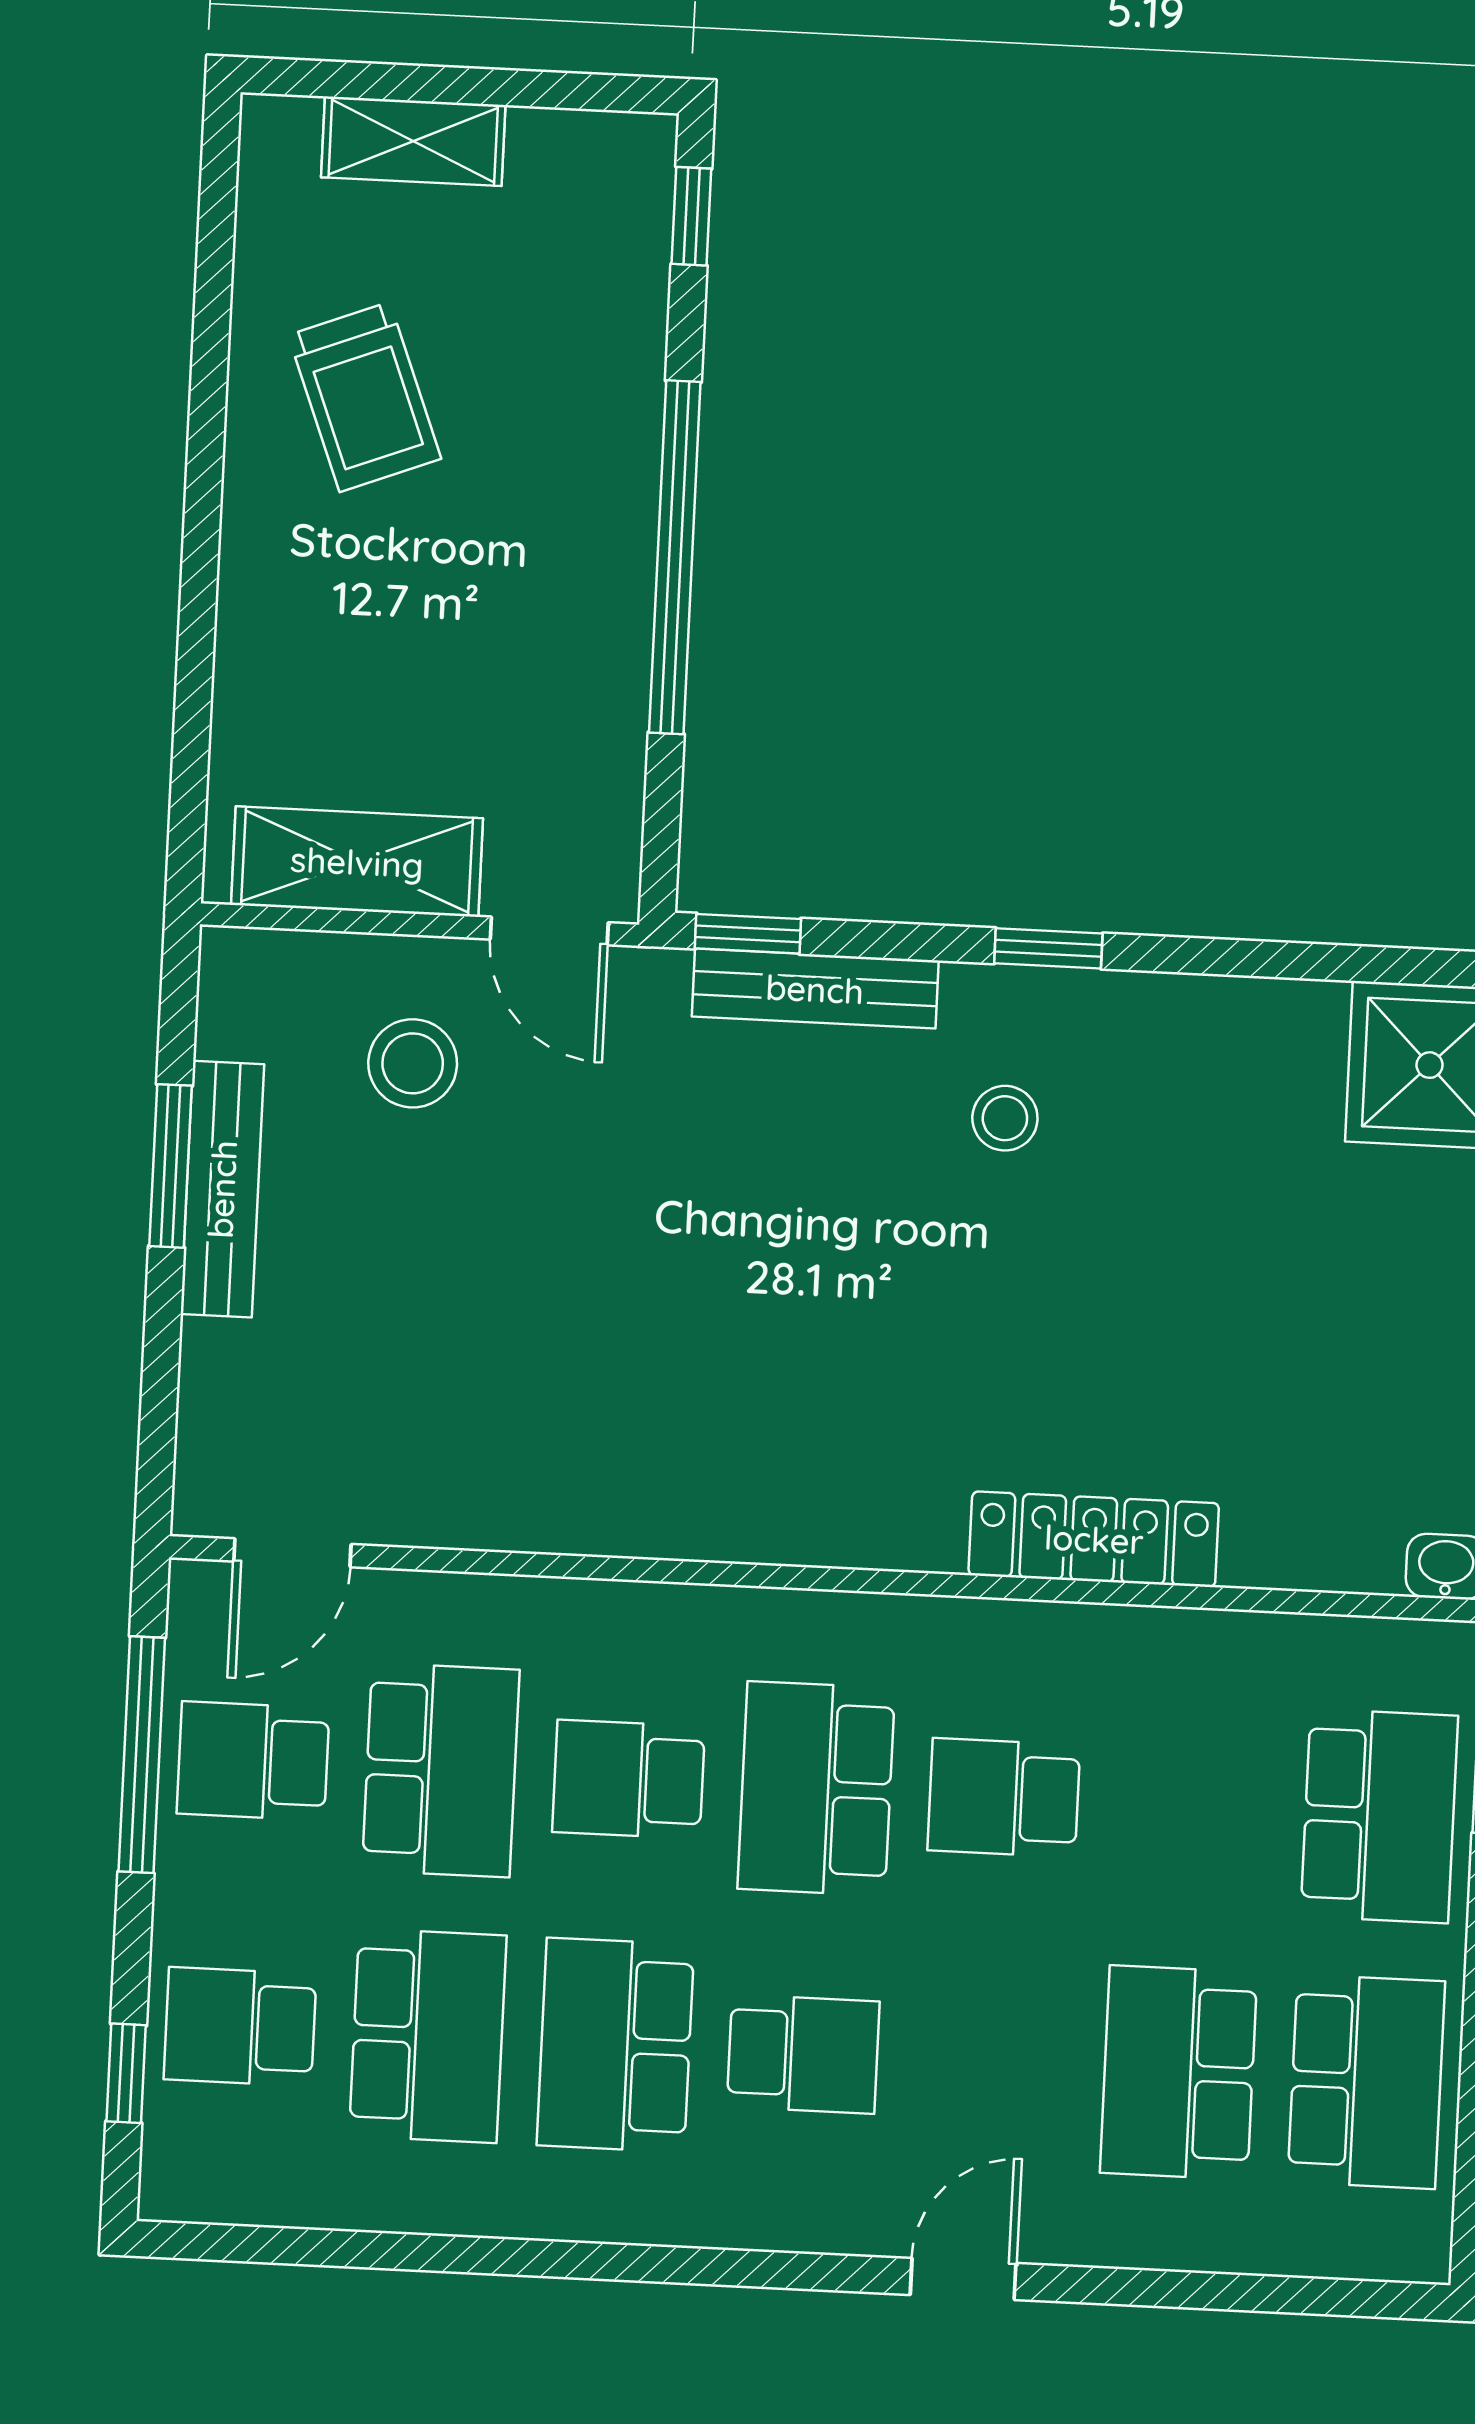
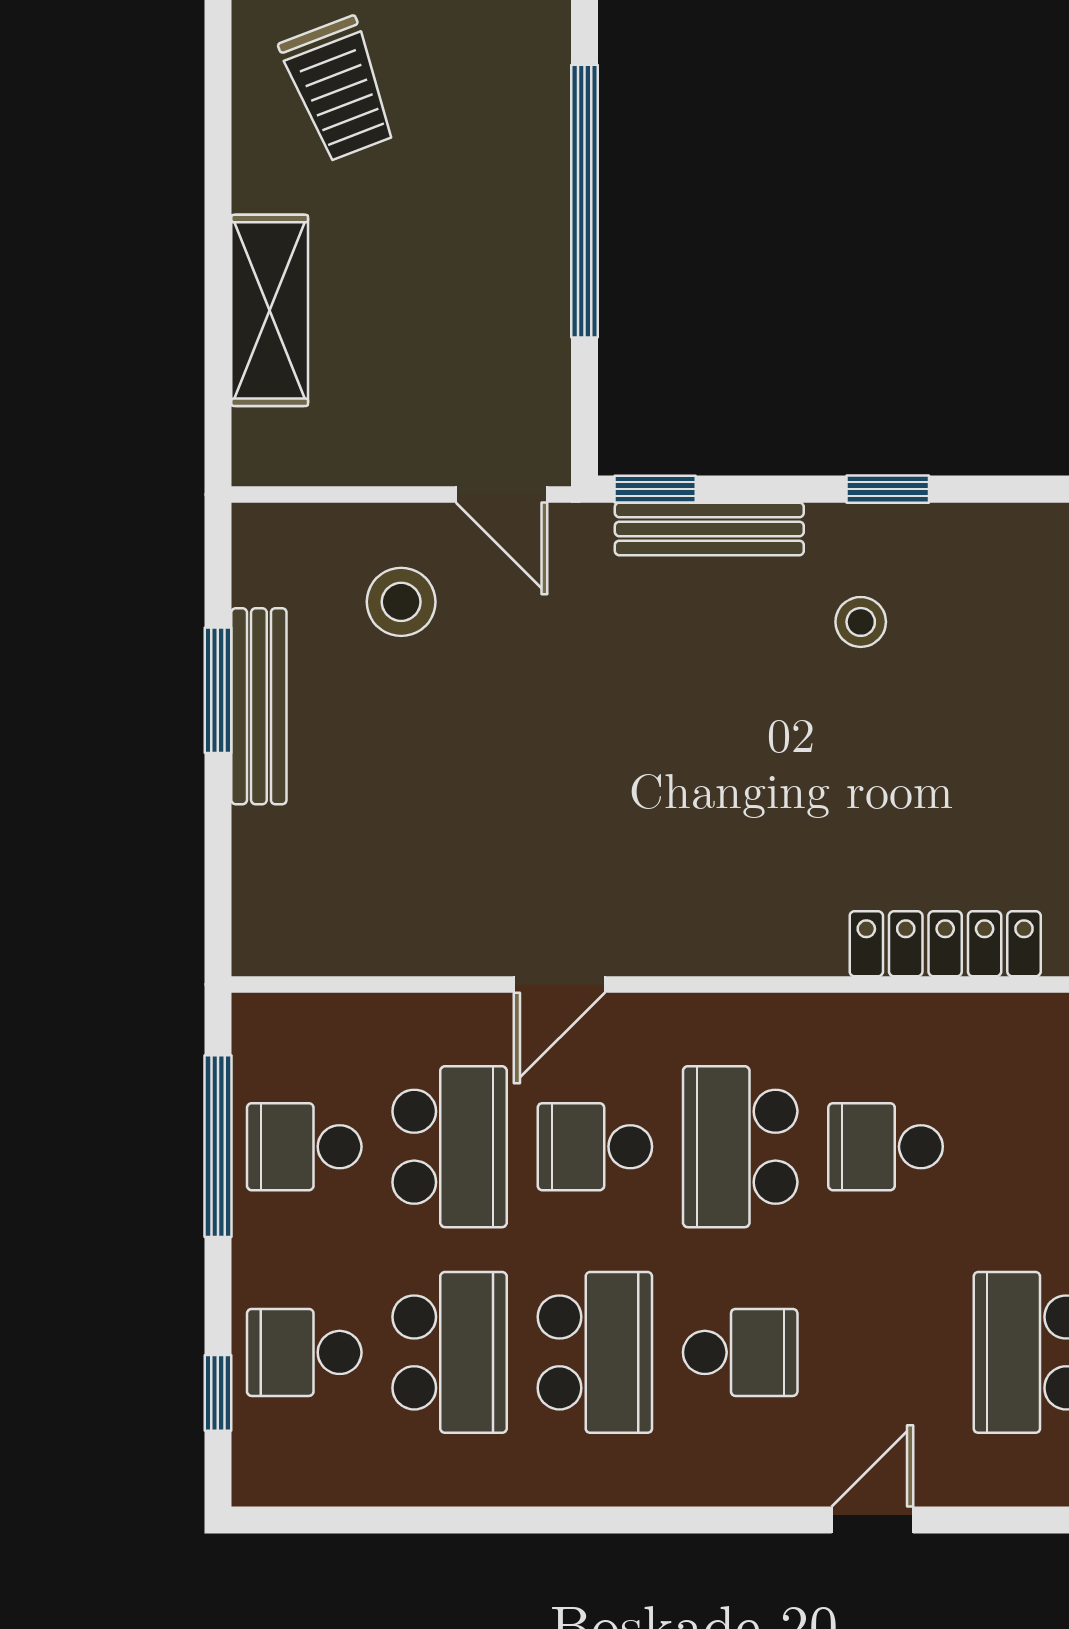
shelving: (357, 862) -> (270, 310), moved, turned 90
door: (292, 1553) -> (559, 984), moved
school desk: (615, 2045) -> (595, 1352), turned 180

